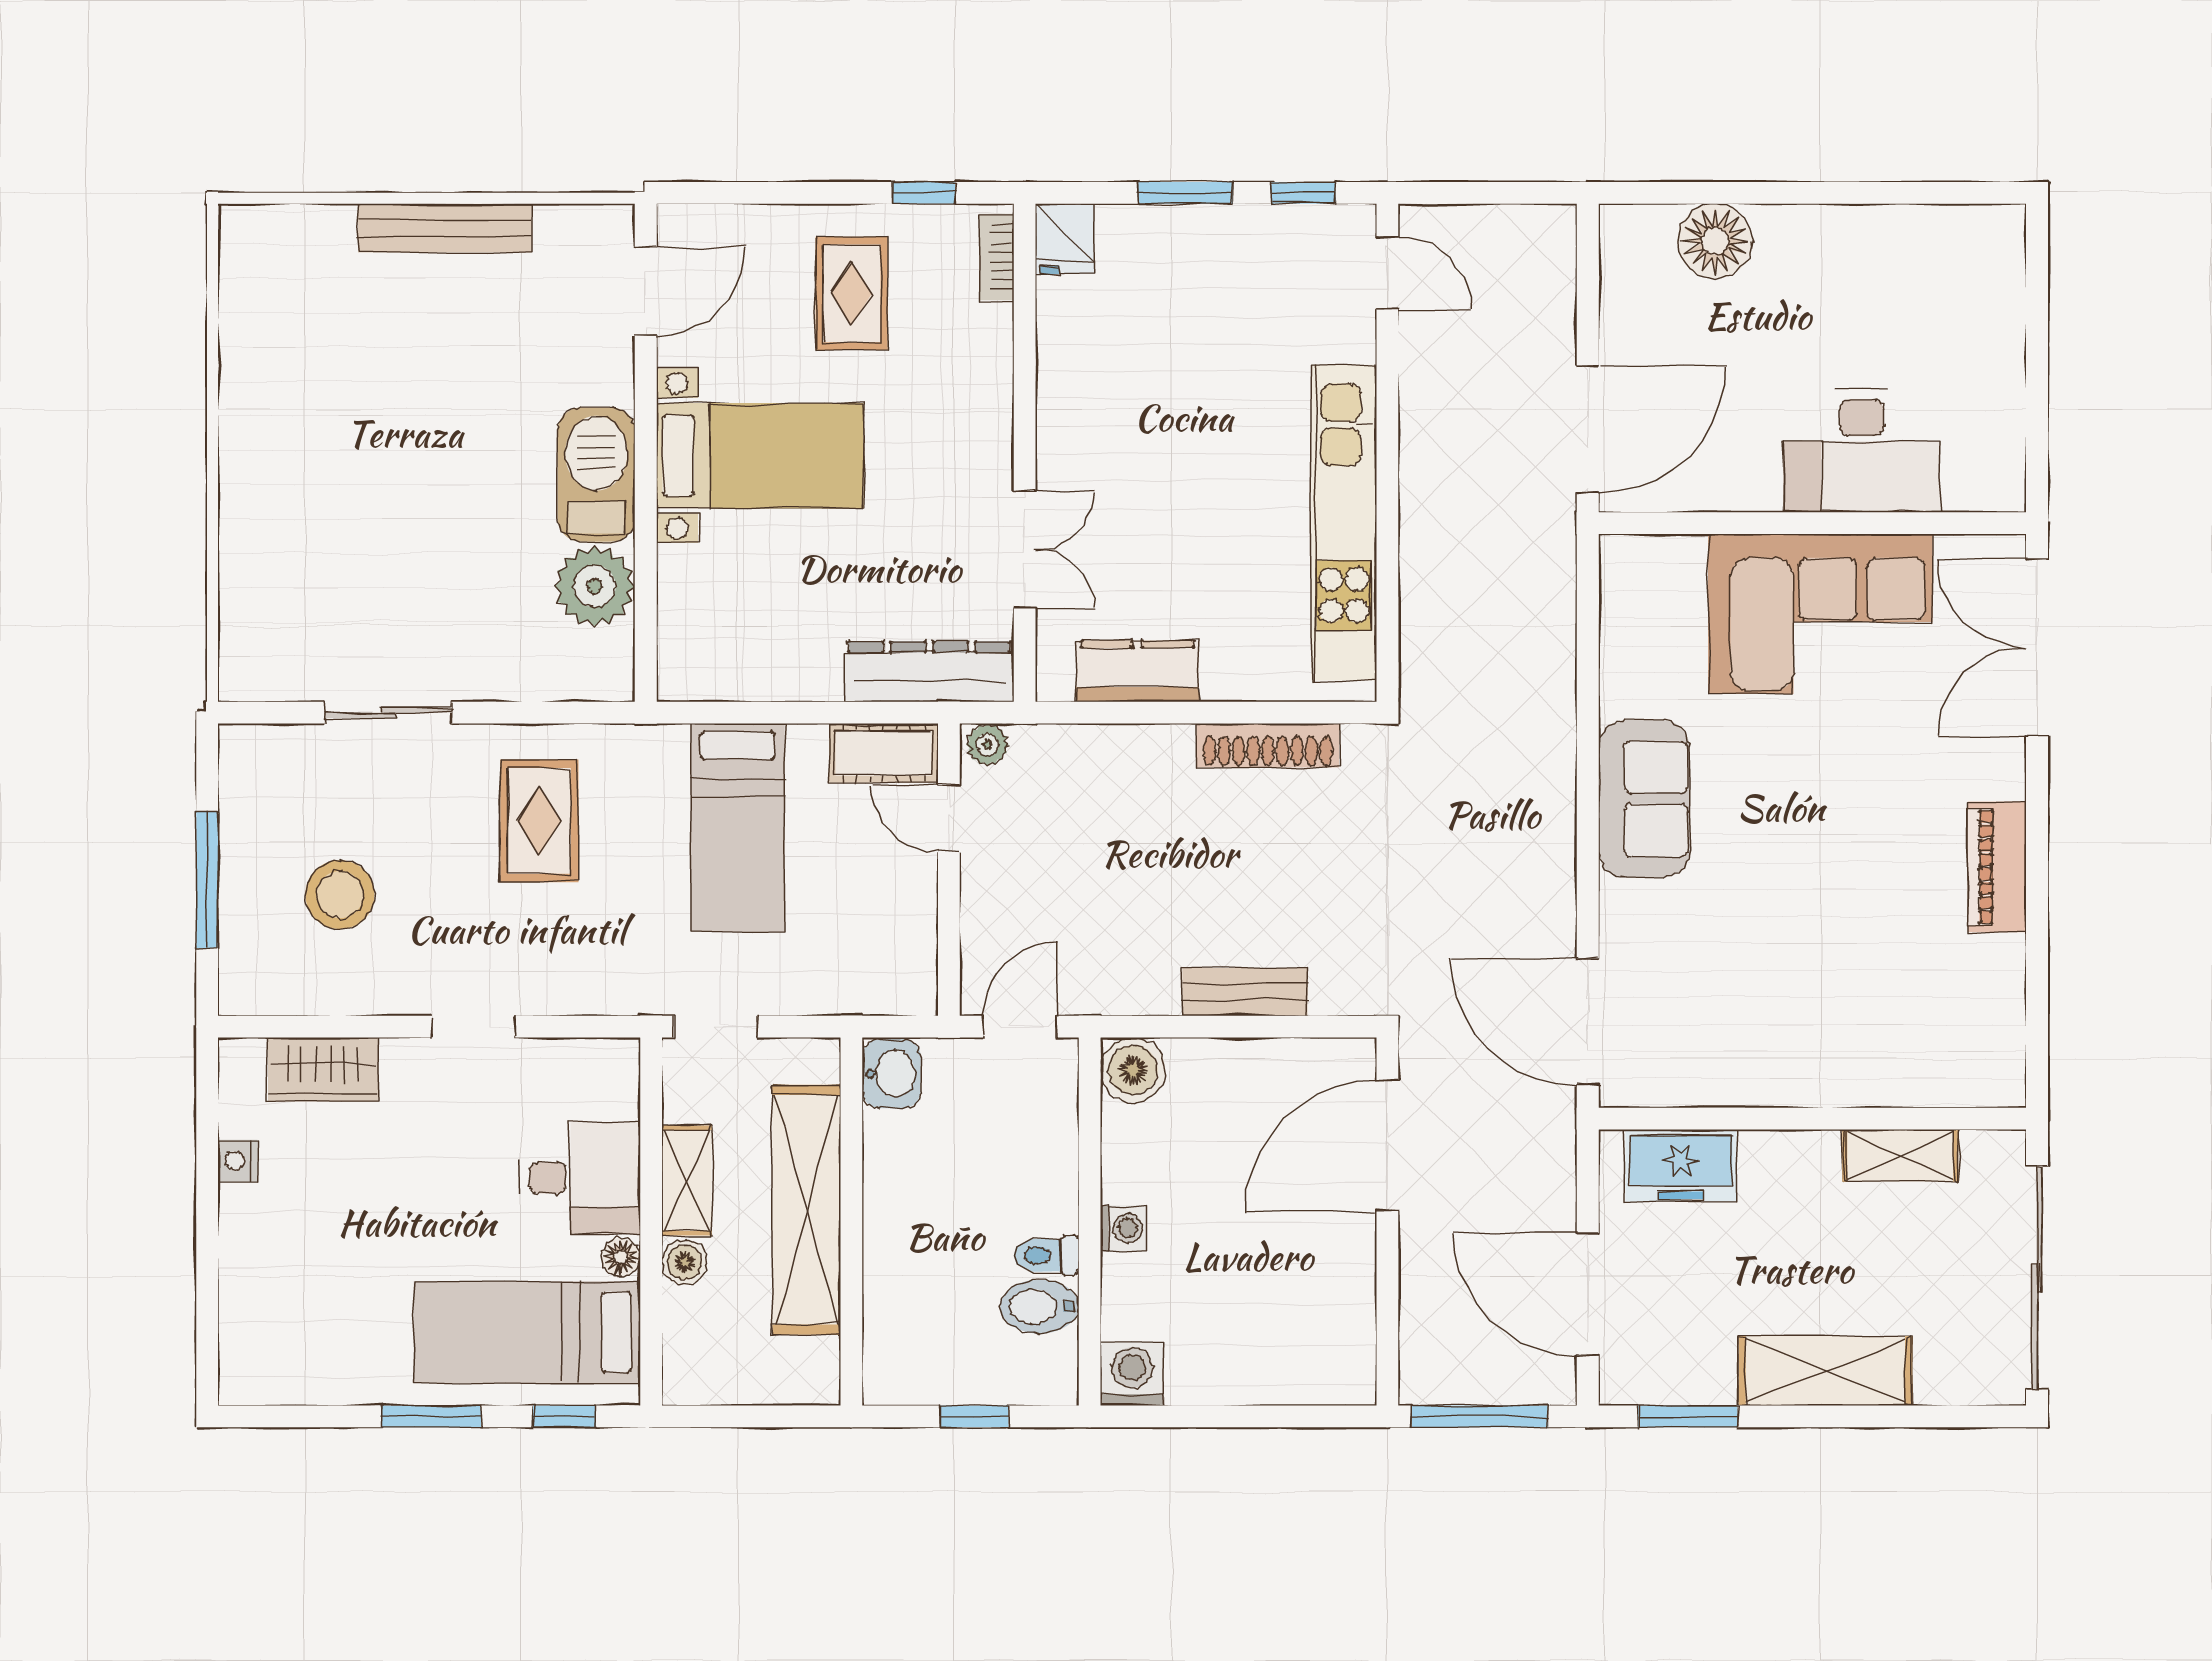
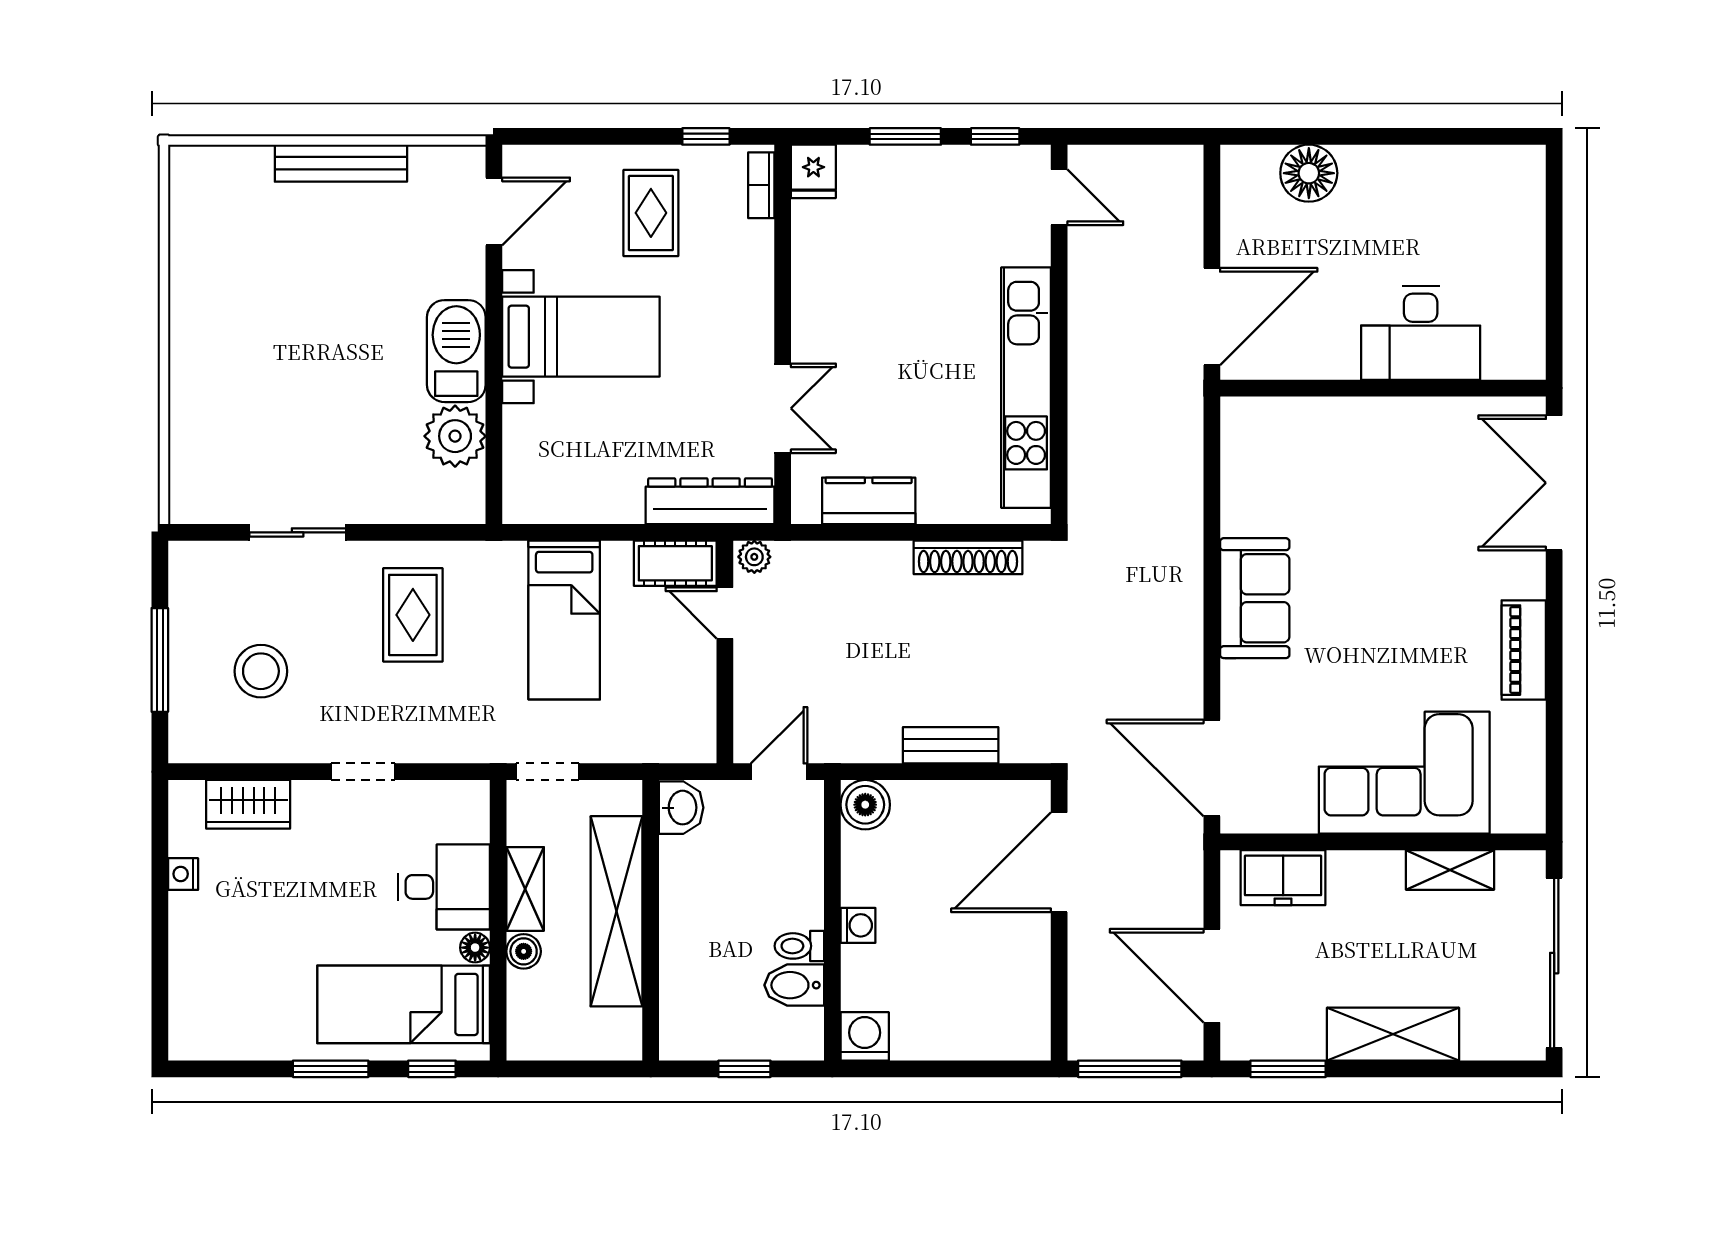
corner sofa: (1820, 614) -> (1404, 773), moved, turned 180

